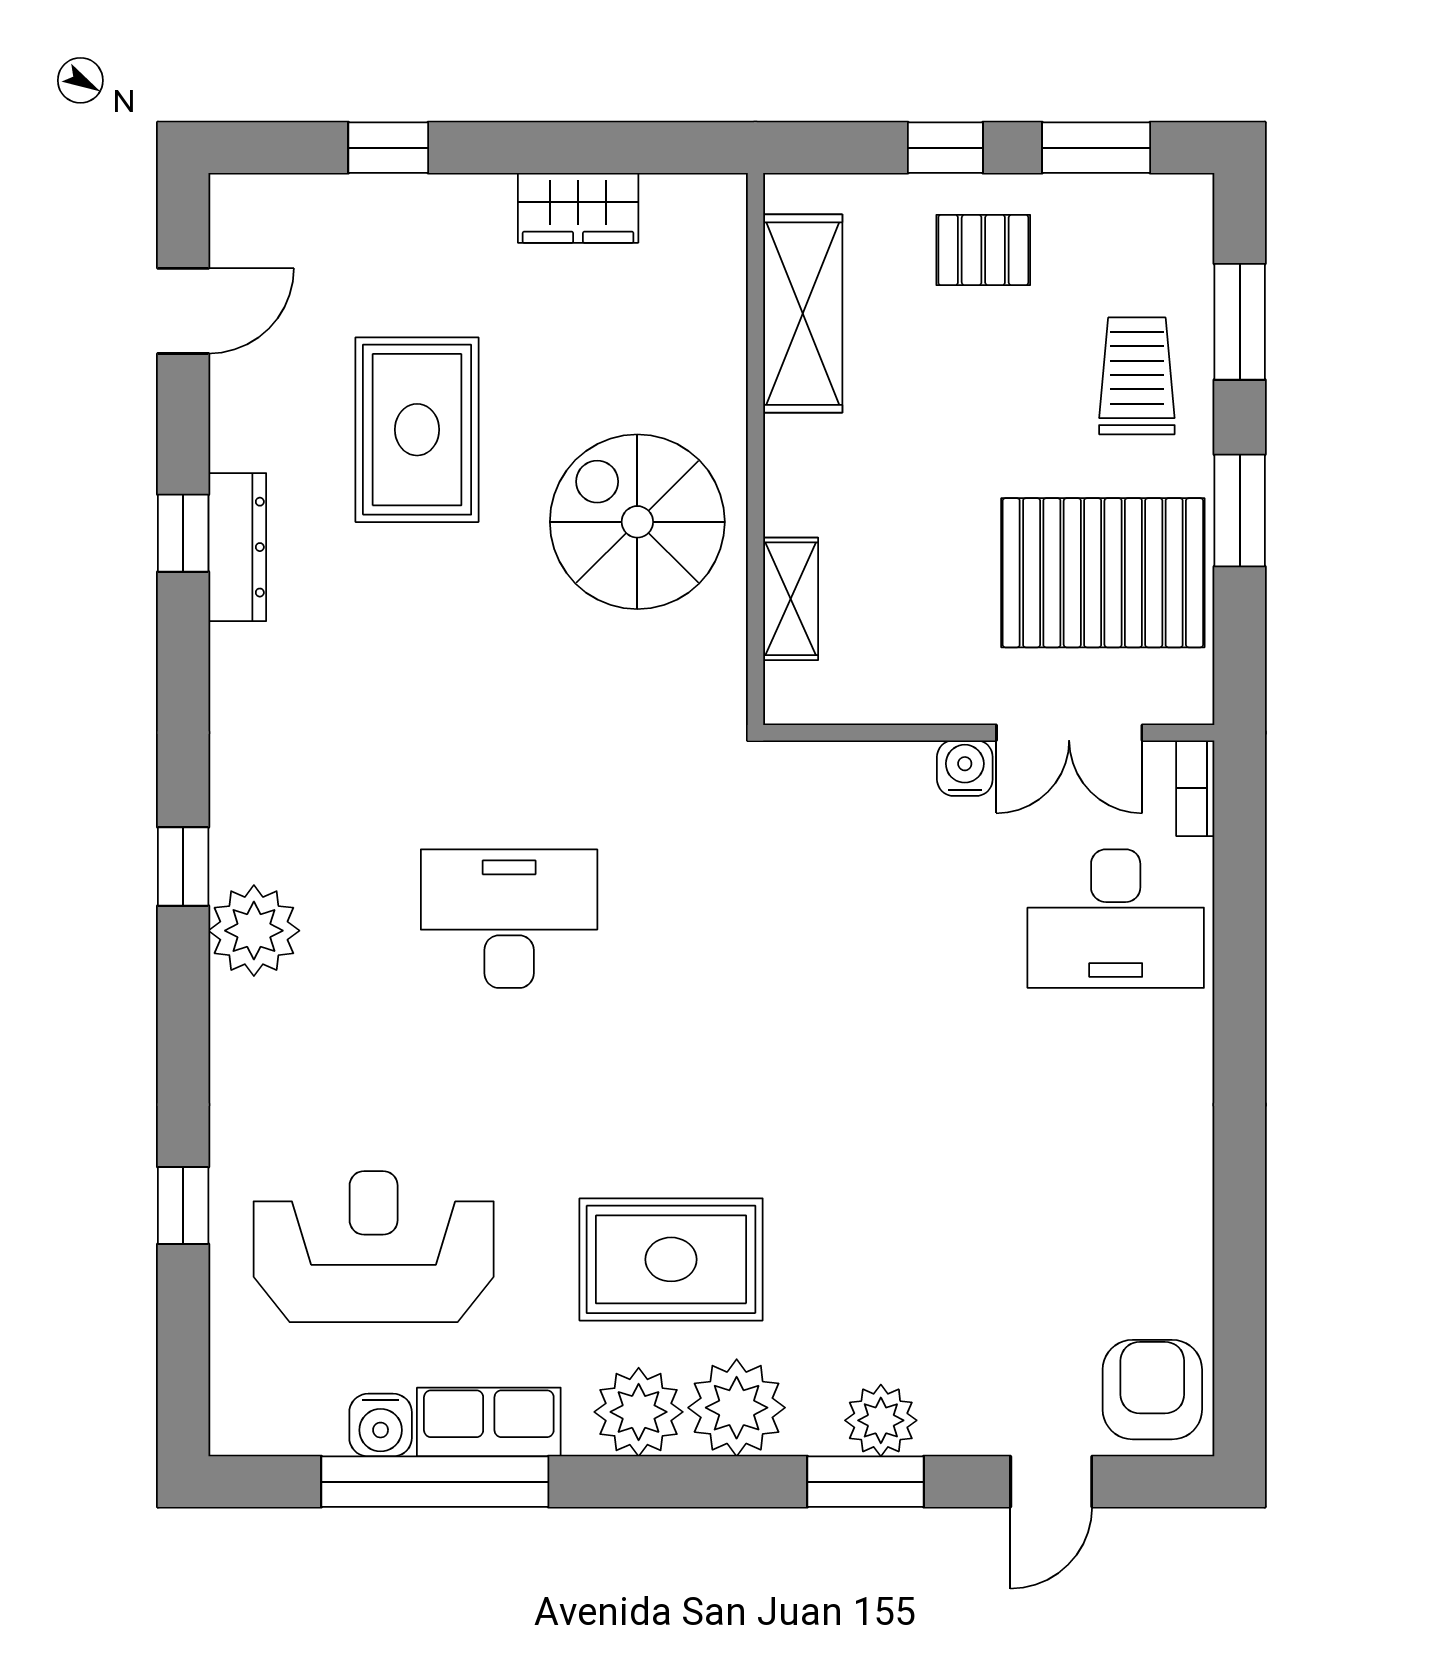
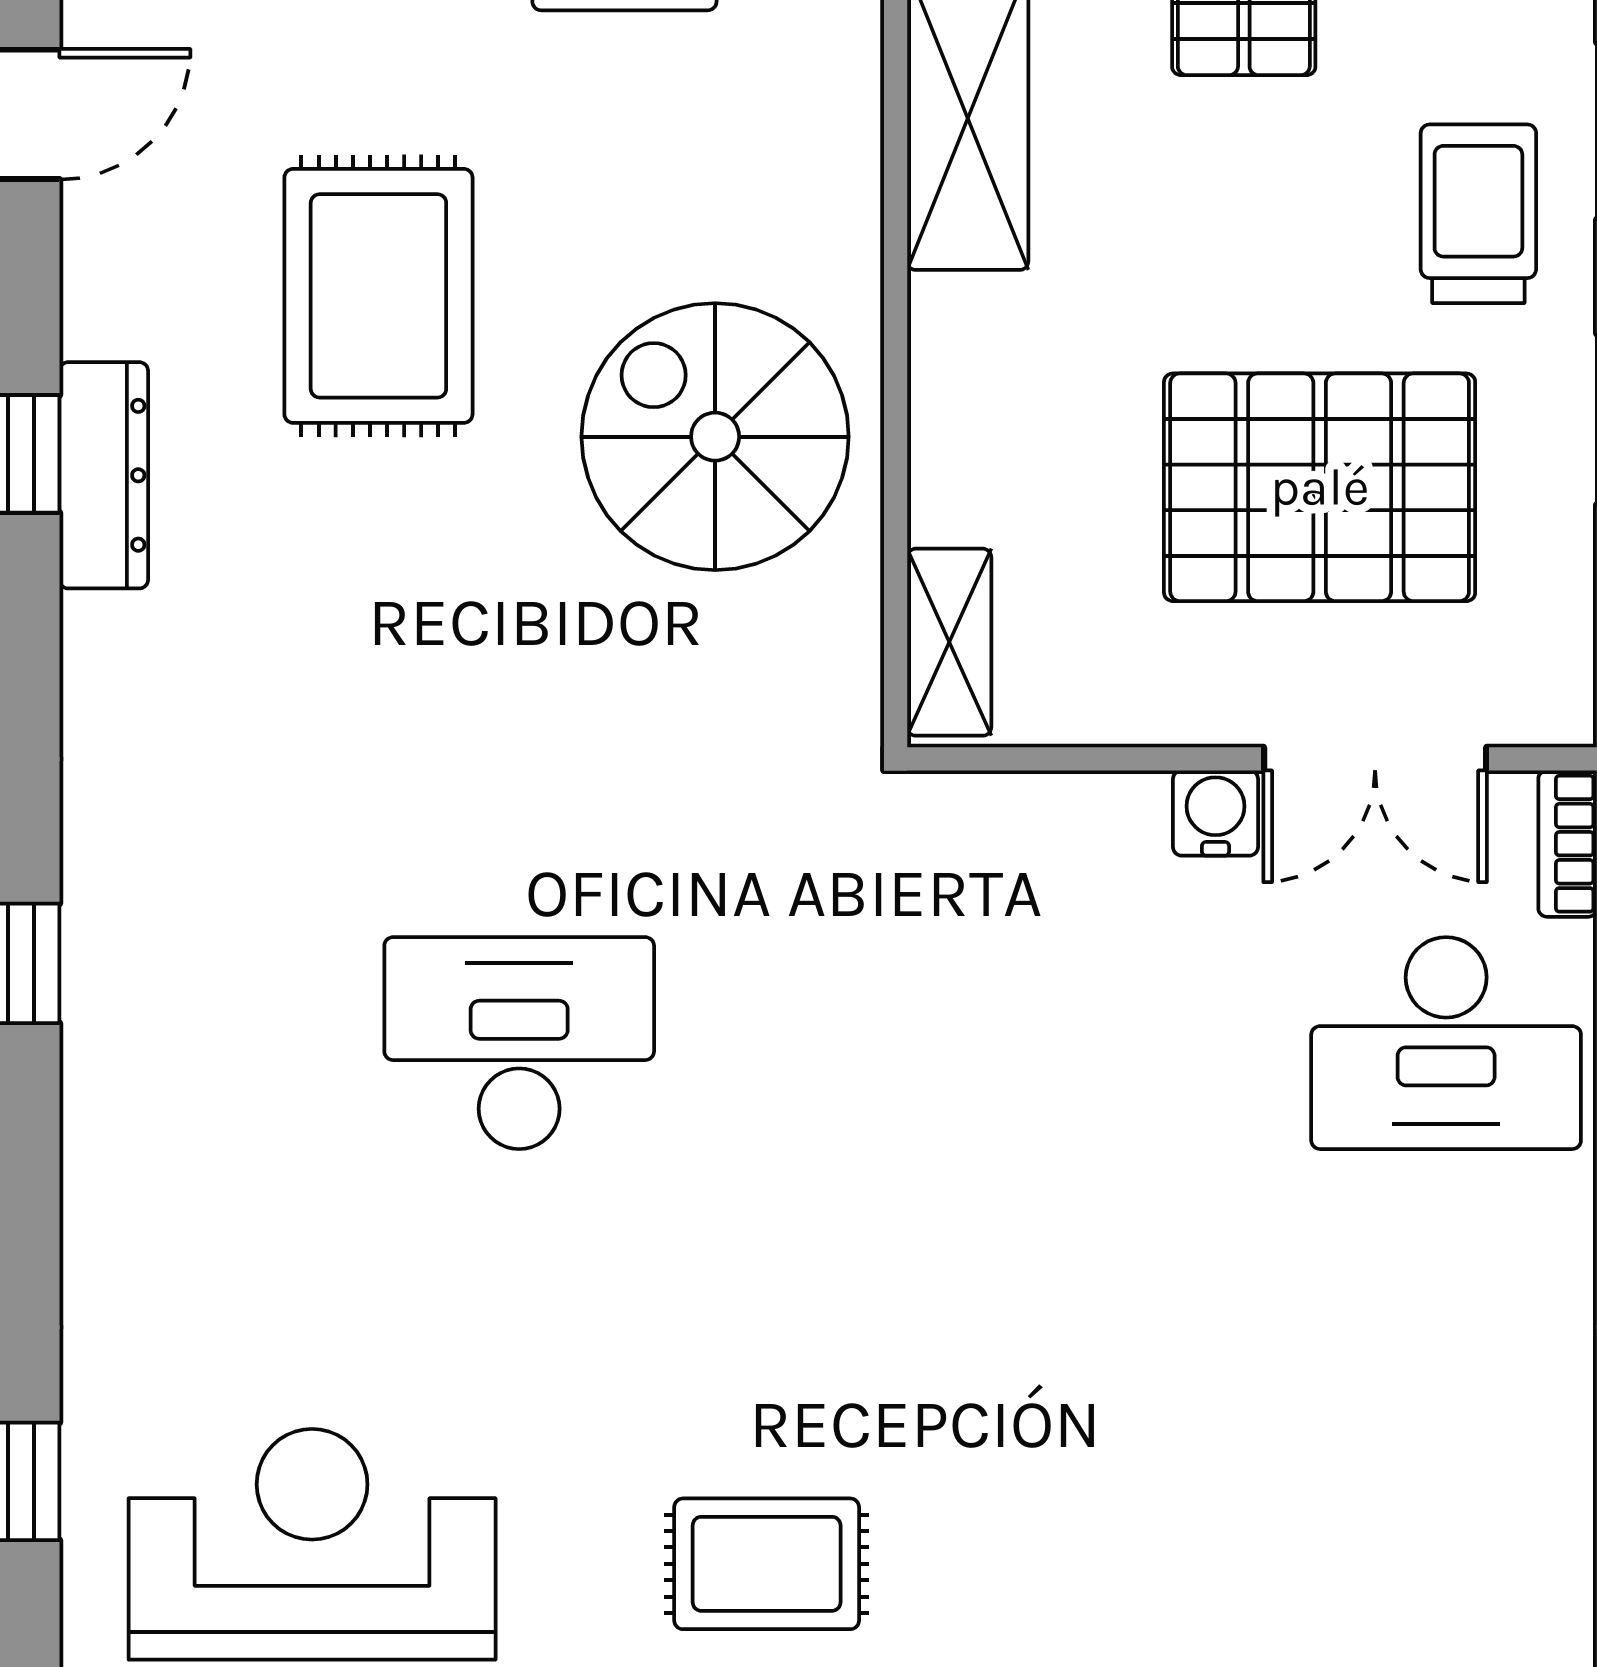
pallet: (1103, 573) -> (1320, 487), moved
shelving: (791, 599) -> (949, 642), moved
plant: (254, 931) -> (129, 1061), removed
rug: (671, 1259) -> (767, 1564), width x0.73, depth x0.70

